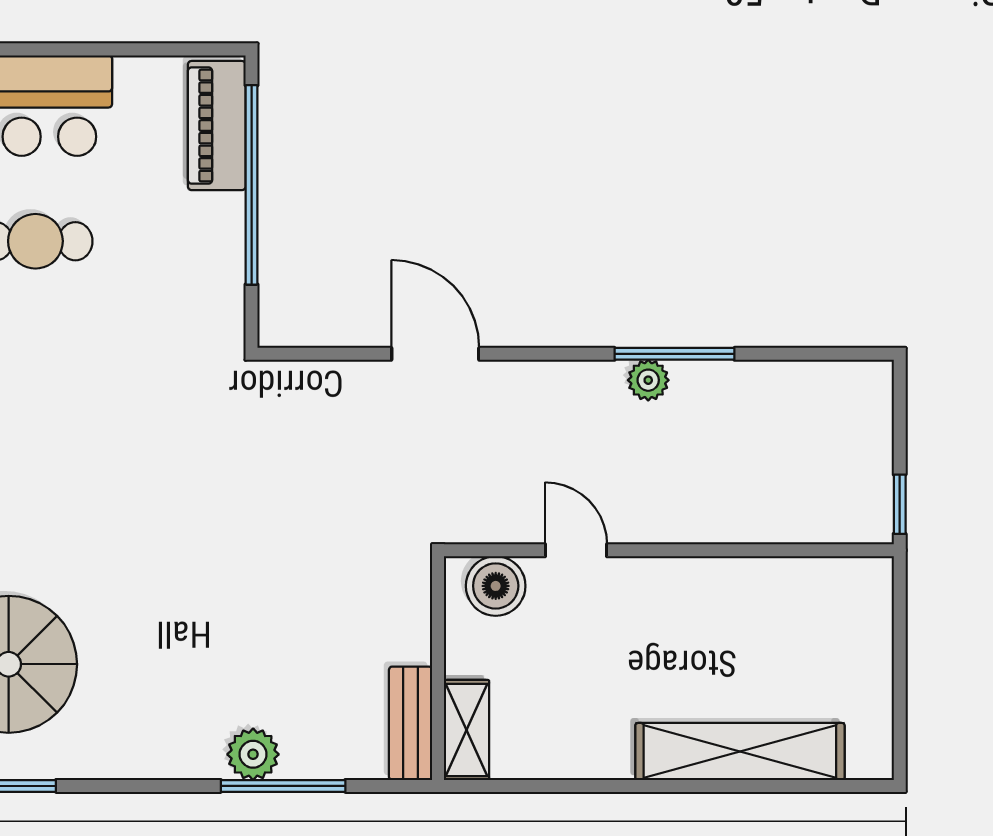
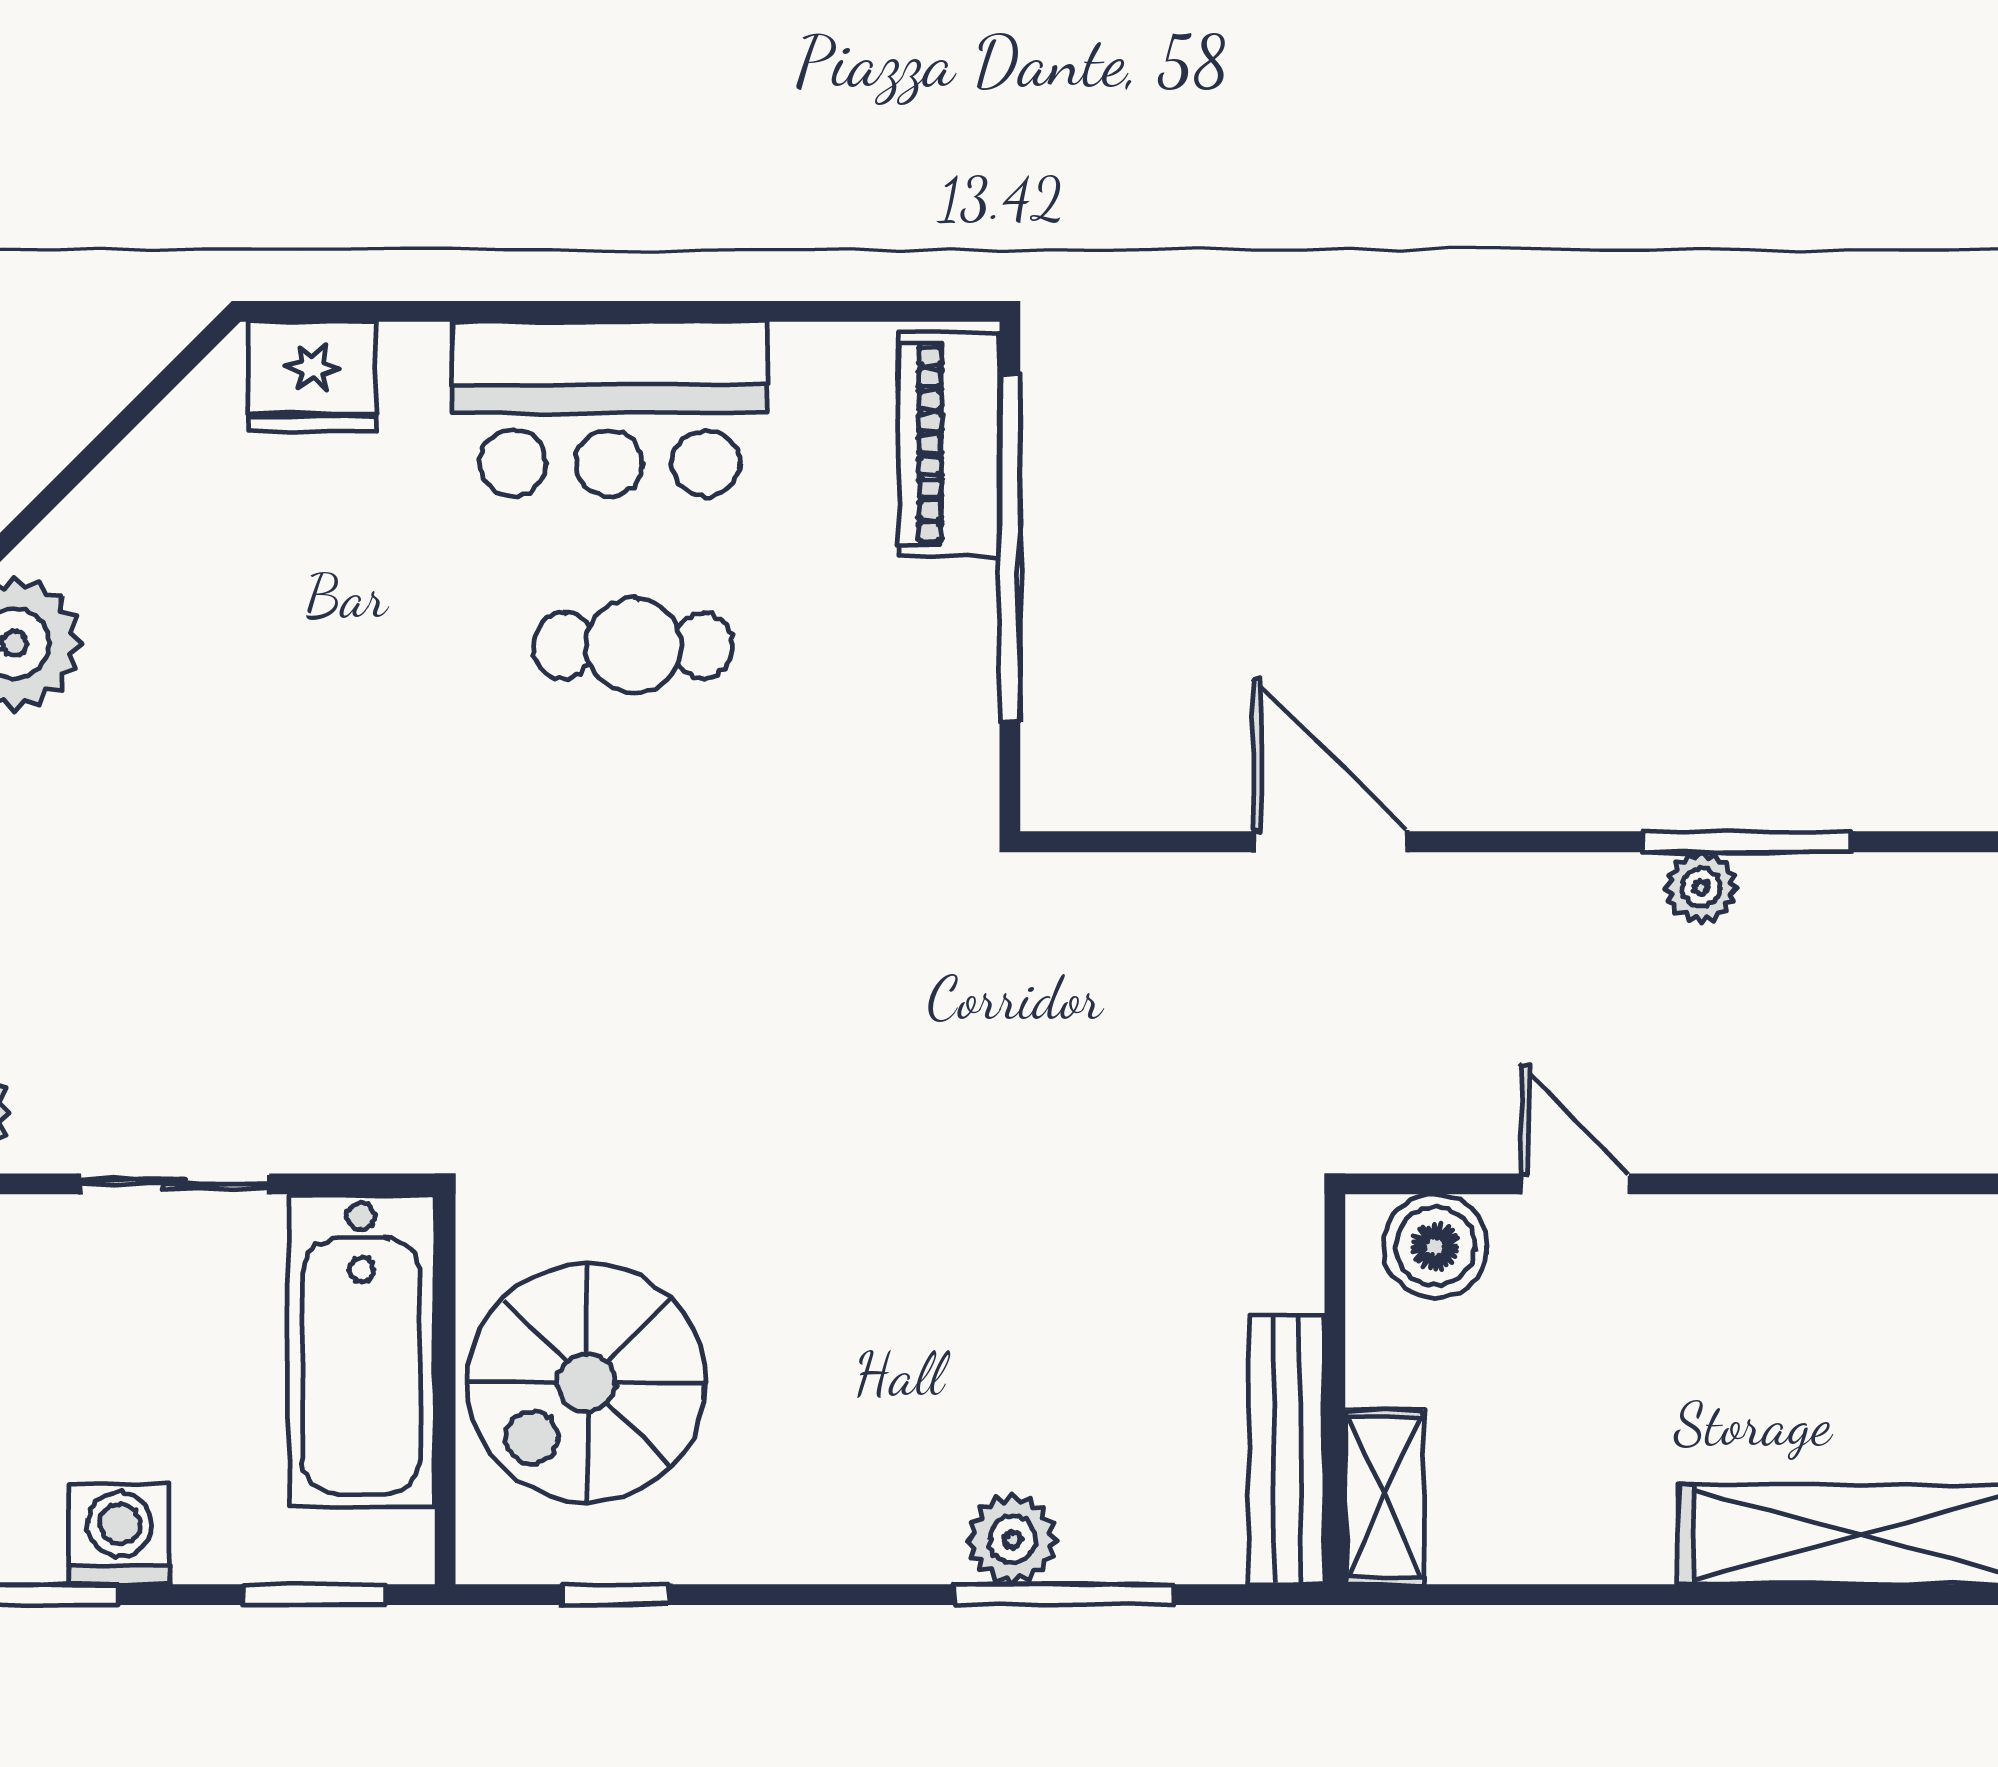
bench: (411, 723) -> (1287, 1449), width x1.36

